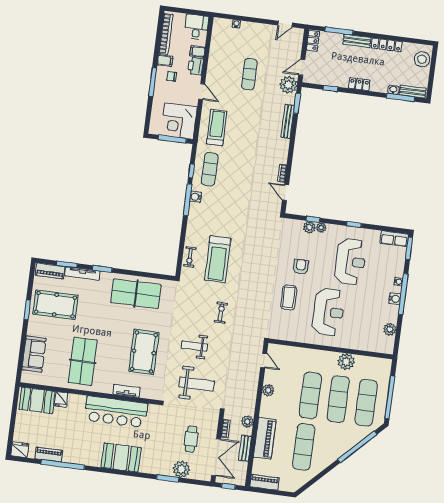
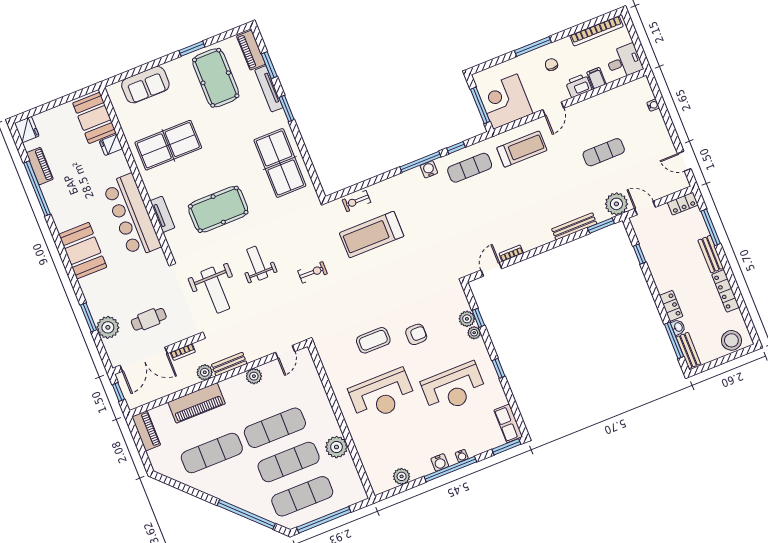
filing cabinet: (165, 61) -> (565, 47), removed
locker: (359, 84) -> (671, 306), moved
bench: (245, 448) -> (229, 364), moved

